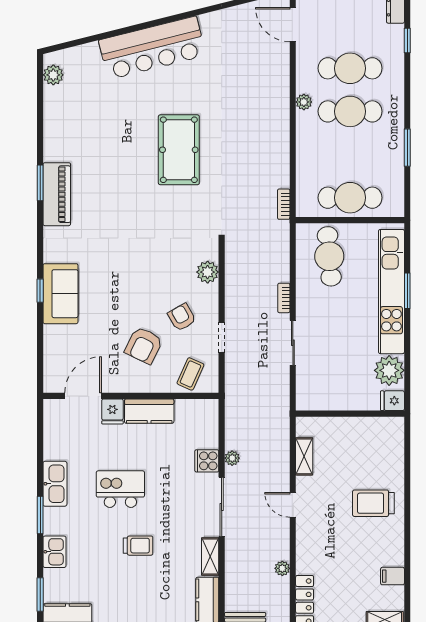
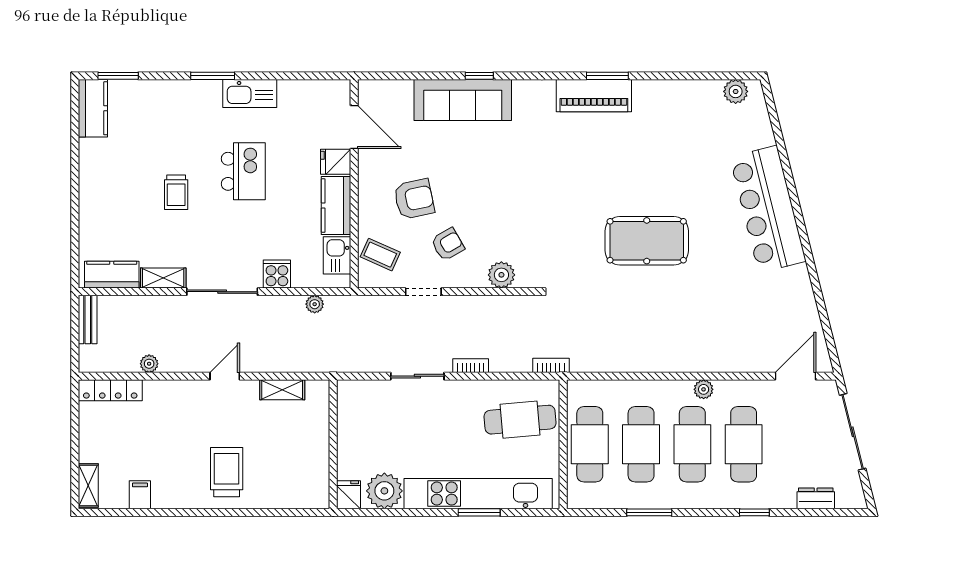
window: (407, 41) -> (754, 512), moved
cafe table: (350, 155) -> (641, 444), added
bookcase: (284, 204) -> (551, 365), moved
sofa: (60, 294) -> (463, 100), width x1.36
armchair: (144, 345) -> (414, 199), turned 142
plant: (232, 458) -> (315, 304), moved
kitchen sink: (54, 552) -> (337, 255), moved, turned 90

